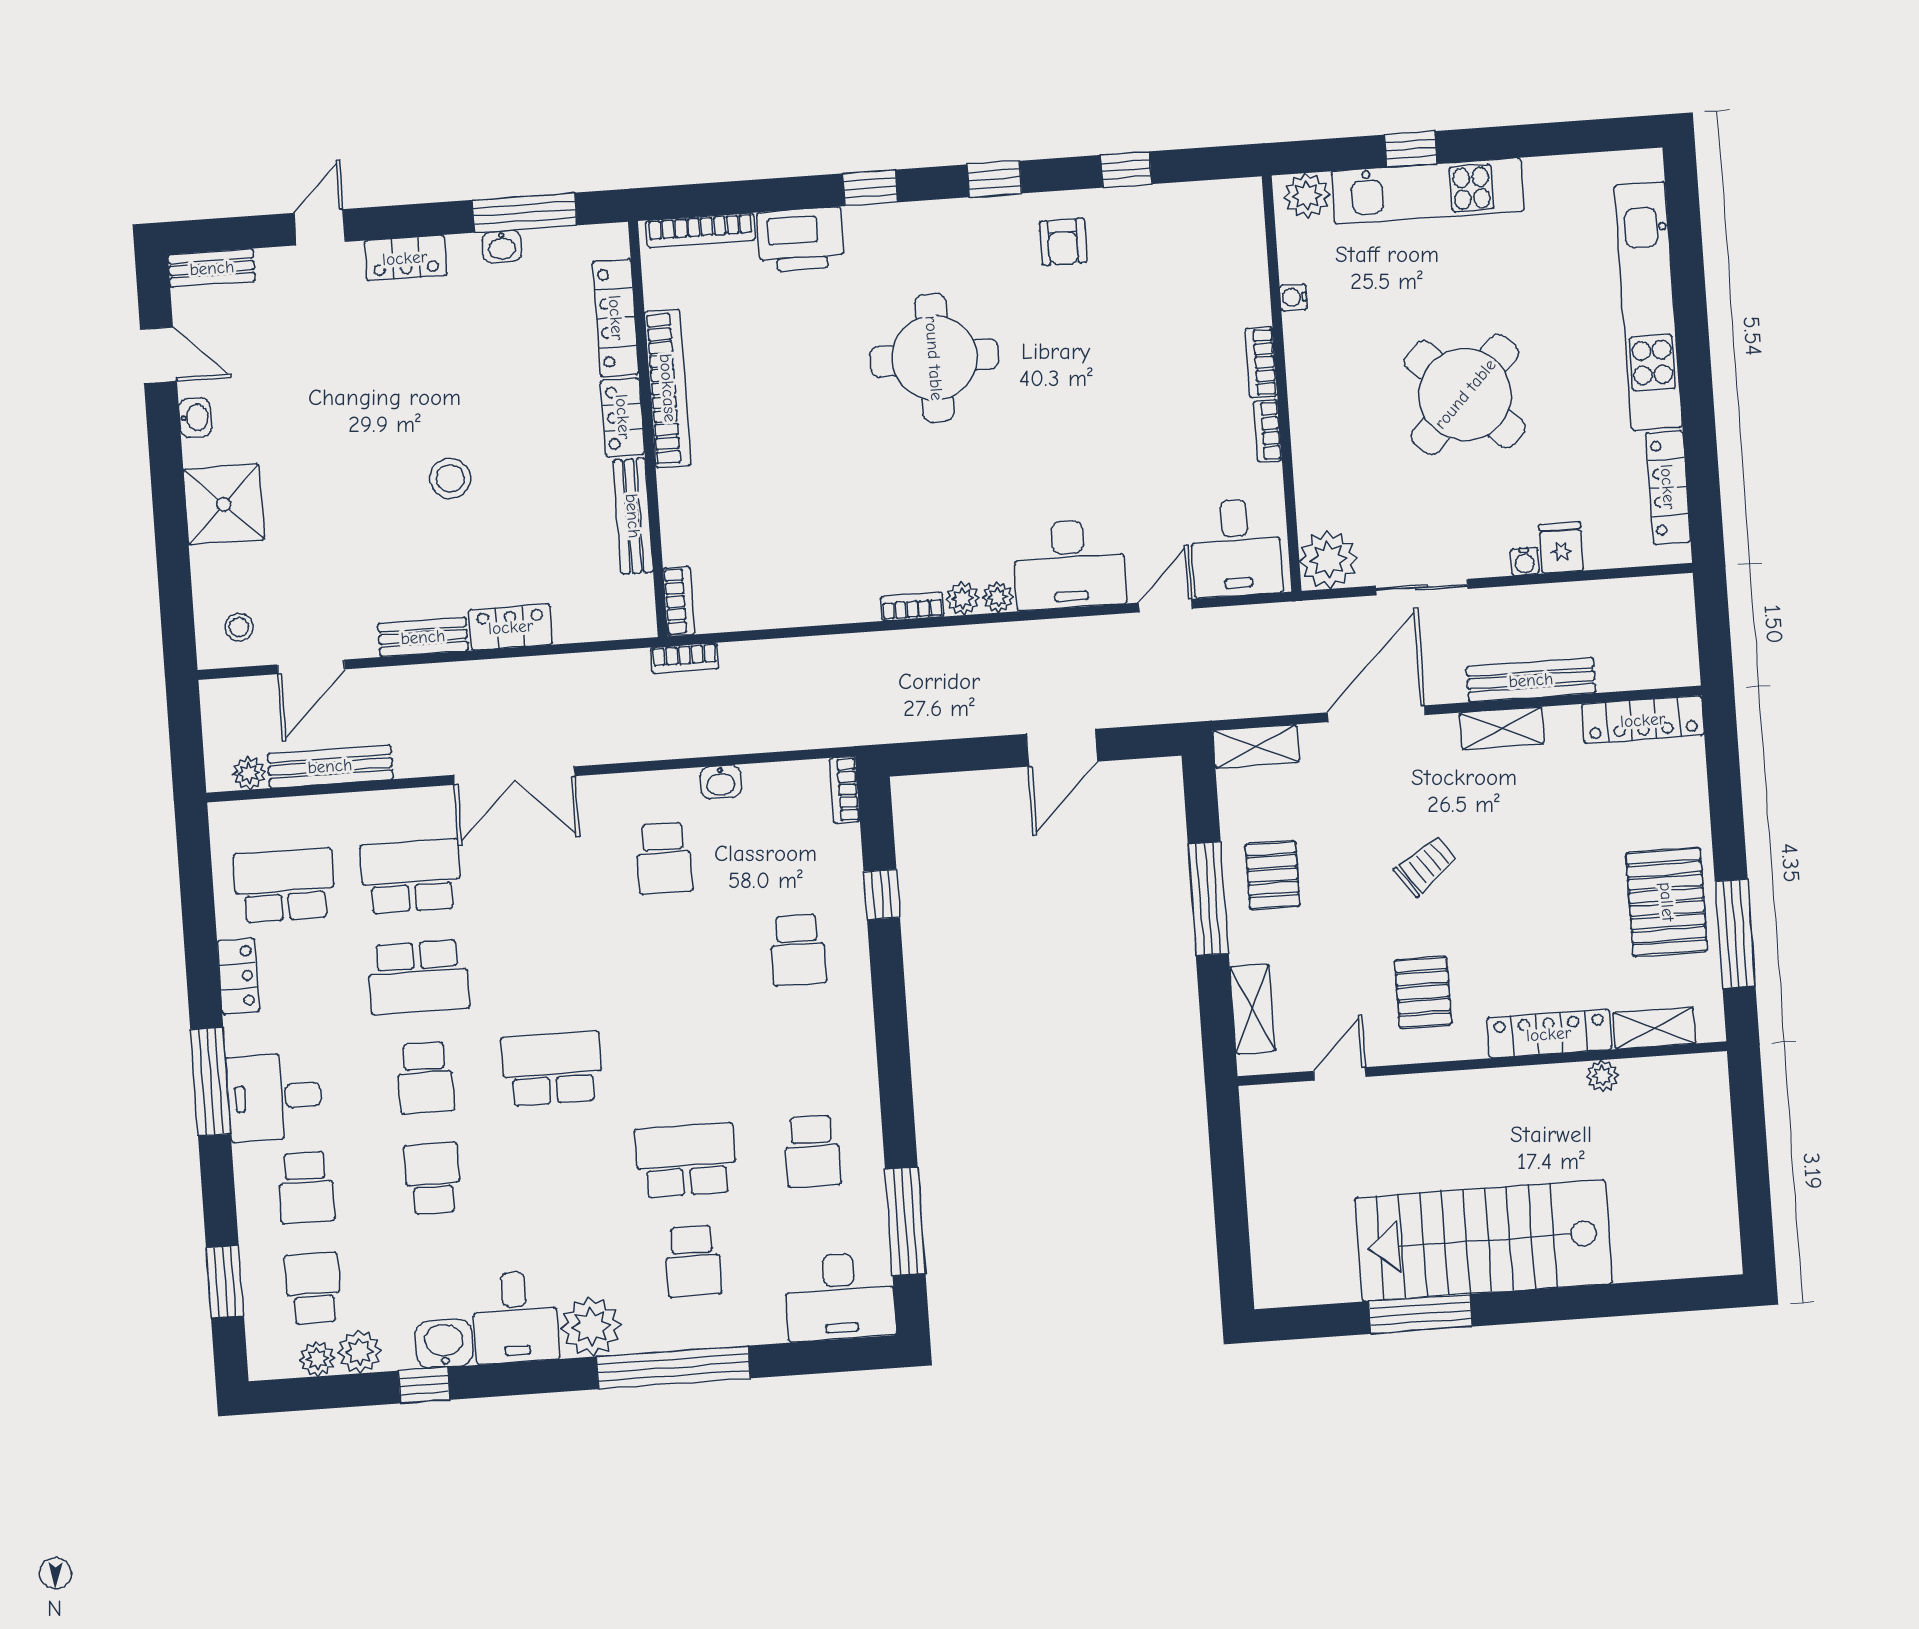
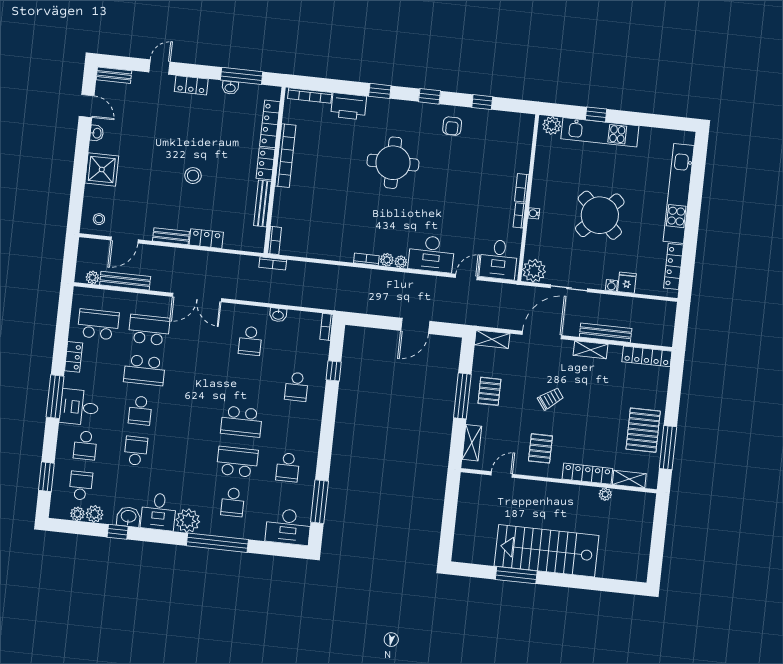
water cooler: (1293, 297) -> (534, 213), moved
school desk: (552, 1069) -> (242, 422), moved, turned 180

